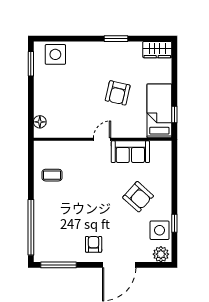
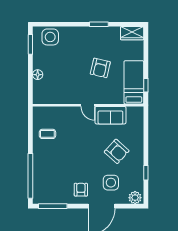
floor lamp: (40, 122) -> (38, 75), moved
door: (102, 139) -> (88, 105), swing flipped
side table: (160, 230) -> (111, 183), moved

